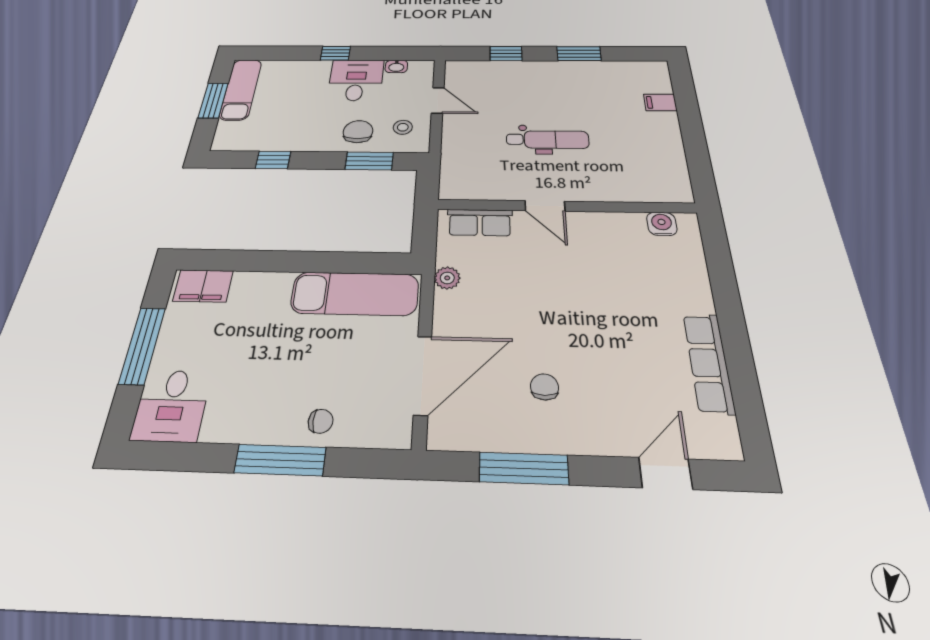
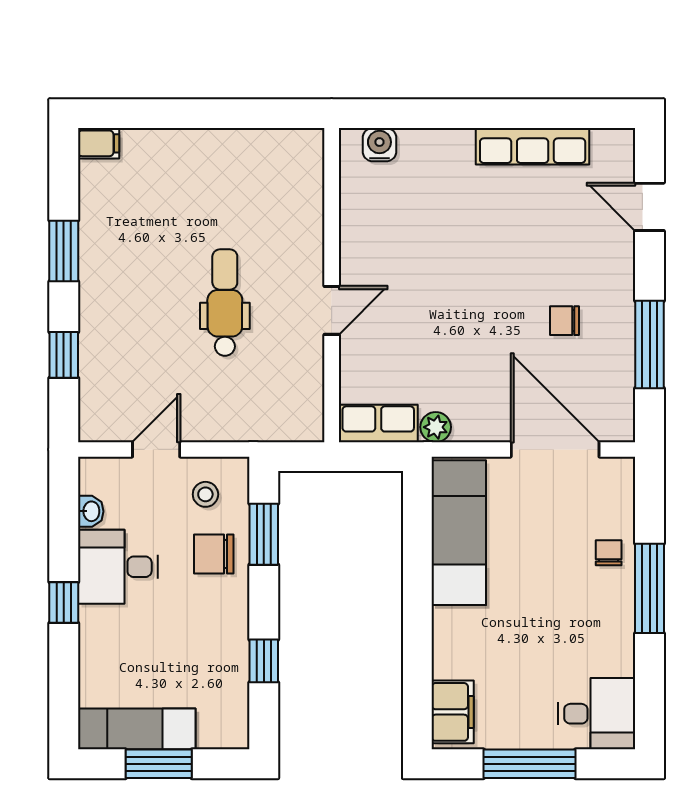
filing cabinet: (660, 102) -> (99, 143), moved, turned -90
row of seats: (480, 223) -> (378, 423), moved, turned -90
water cooler: (662, 224) -> (379, 145), moved, turned 90

